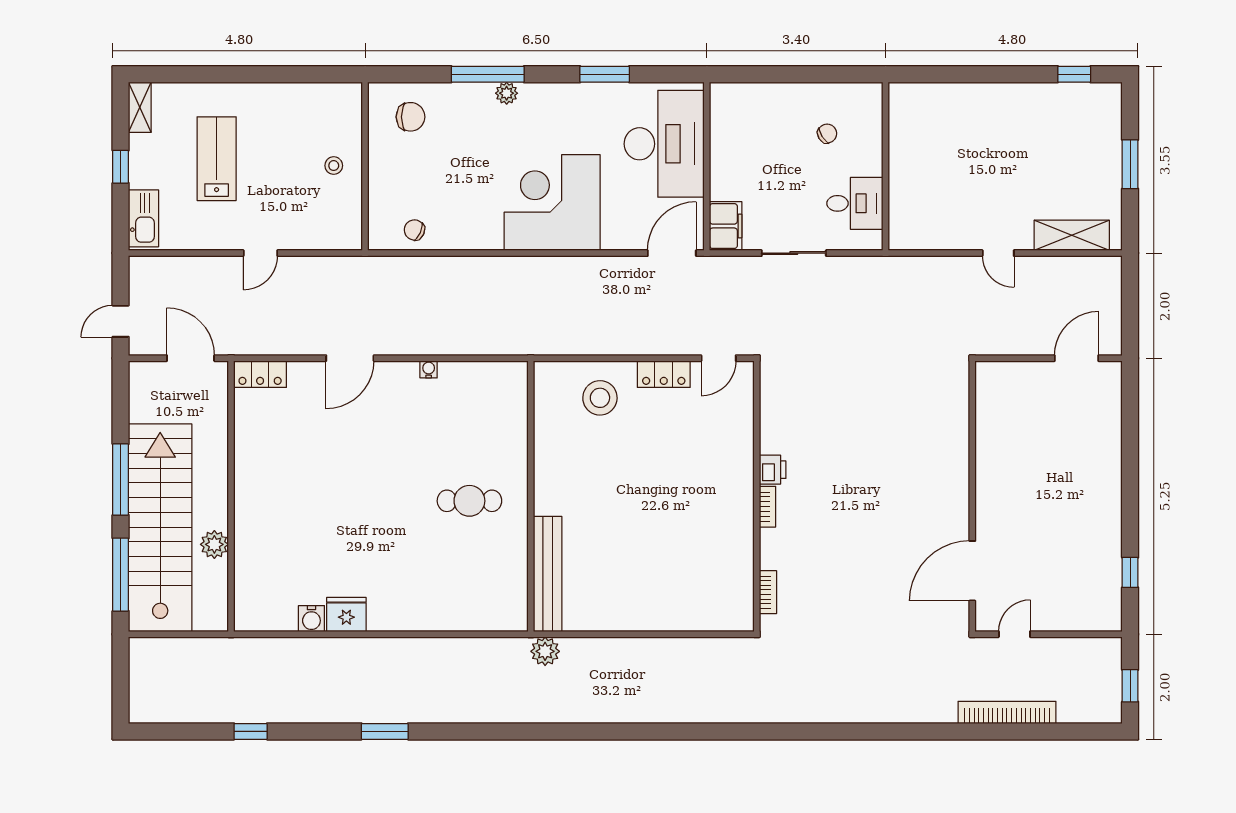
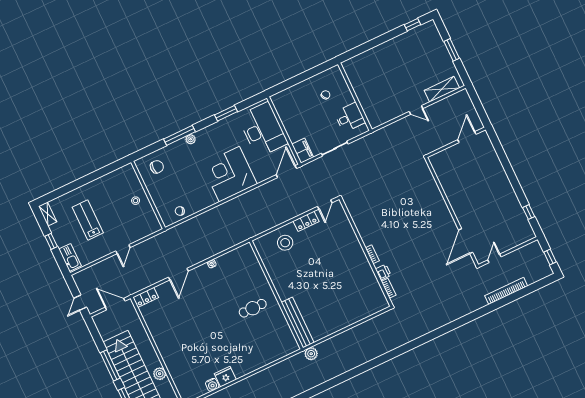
printer: (773, 470) -> (383, 272), moved

